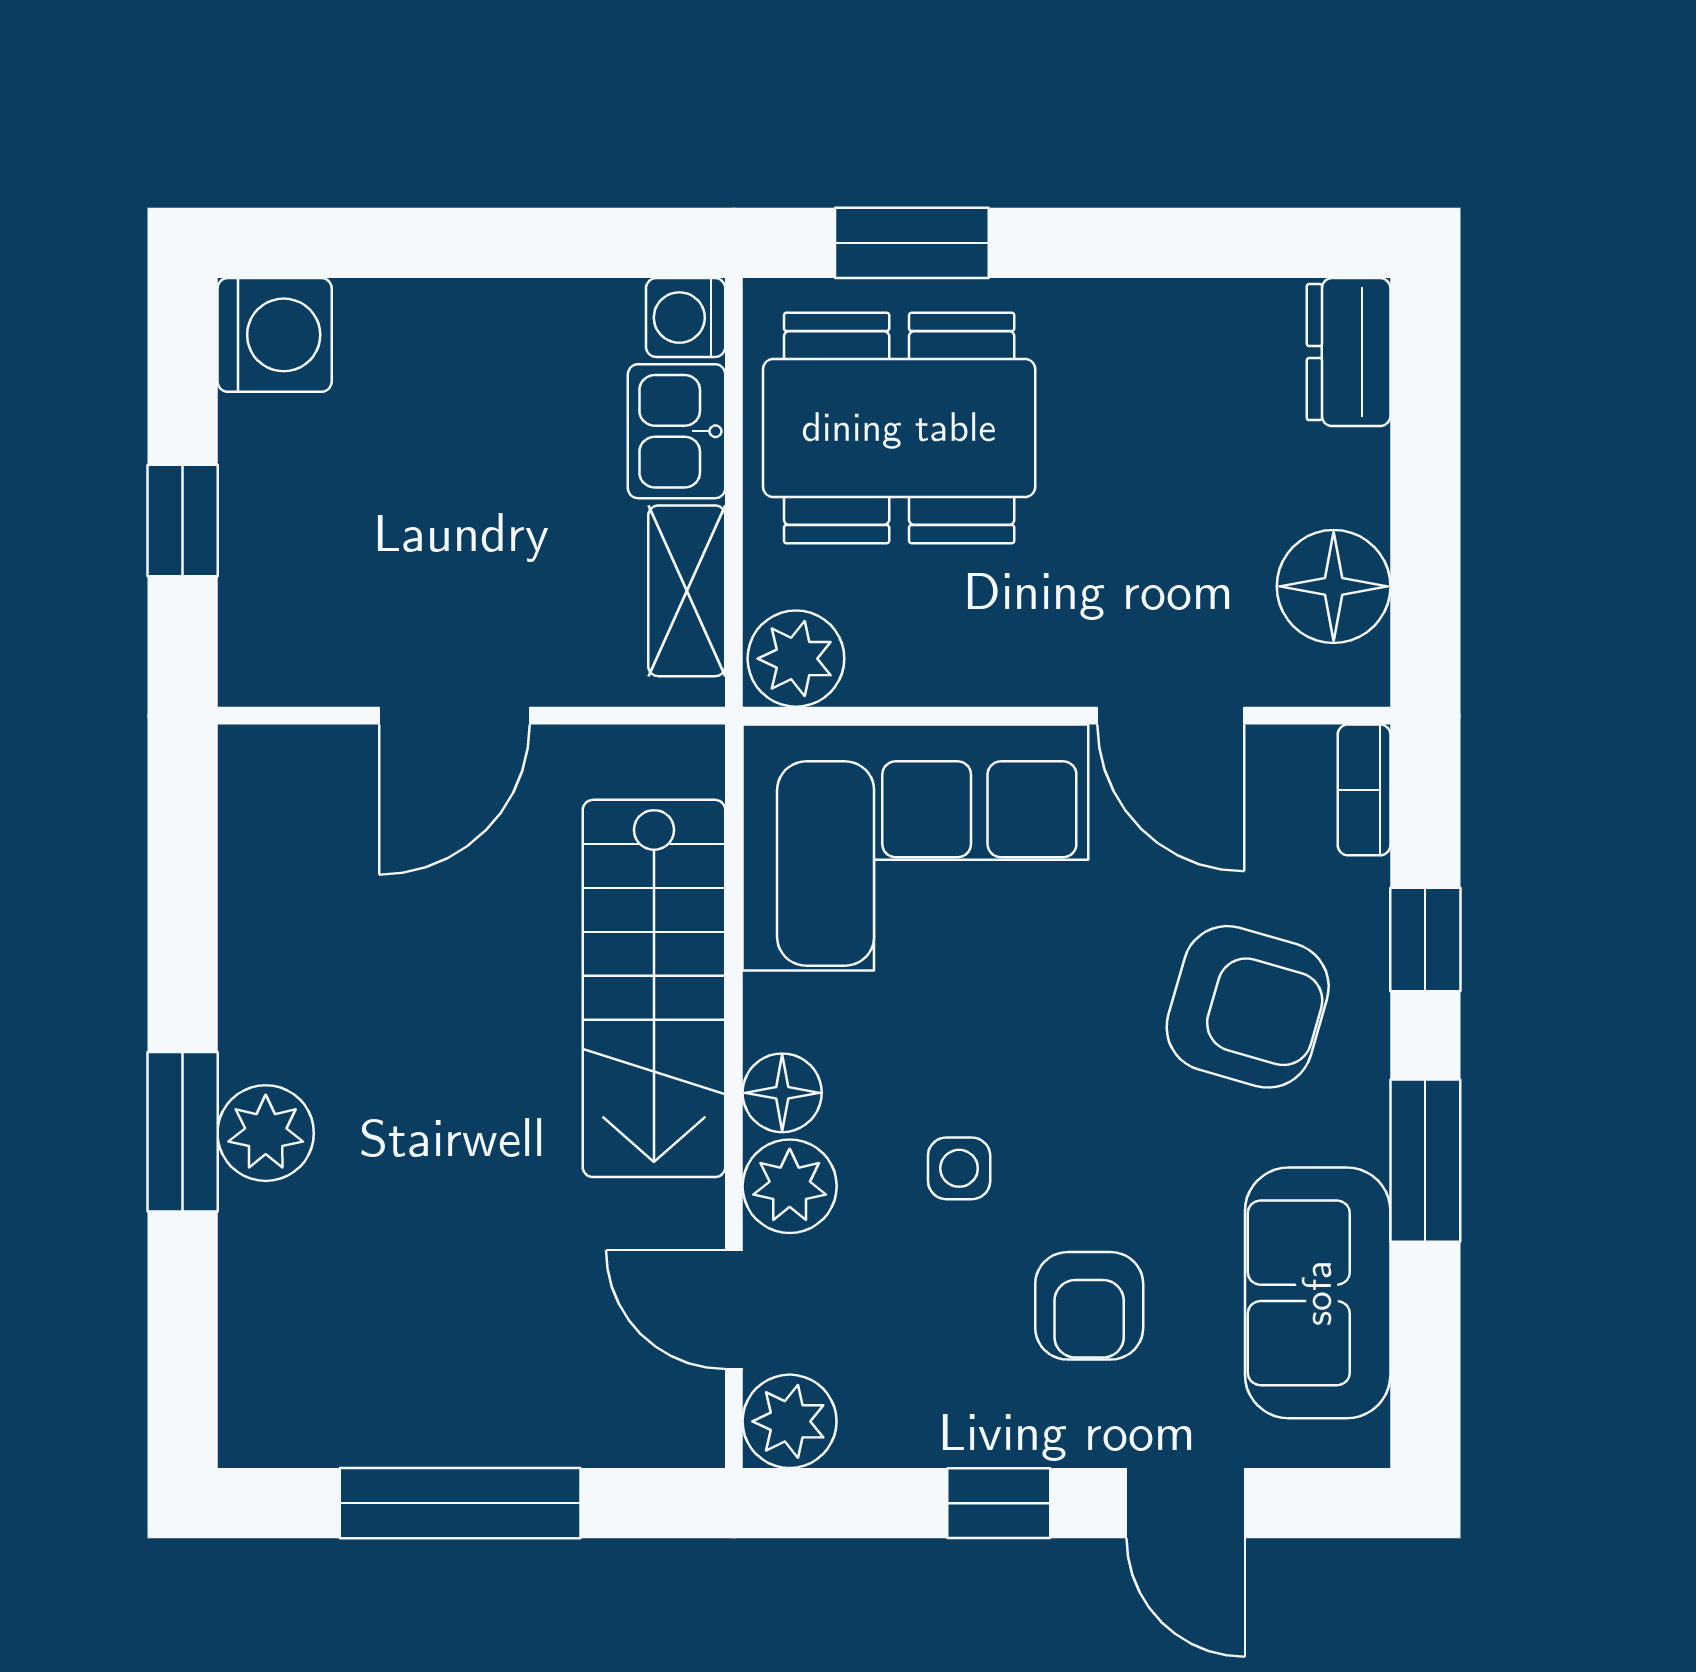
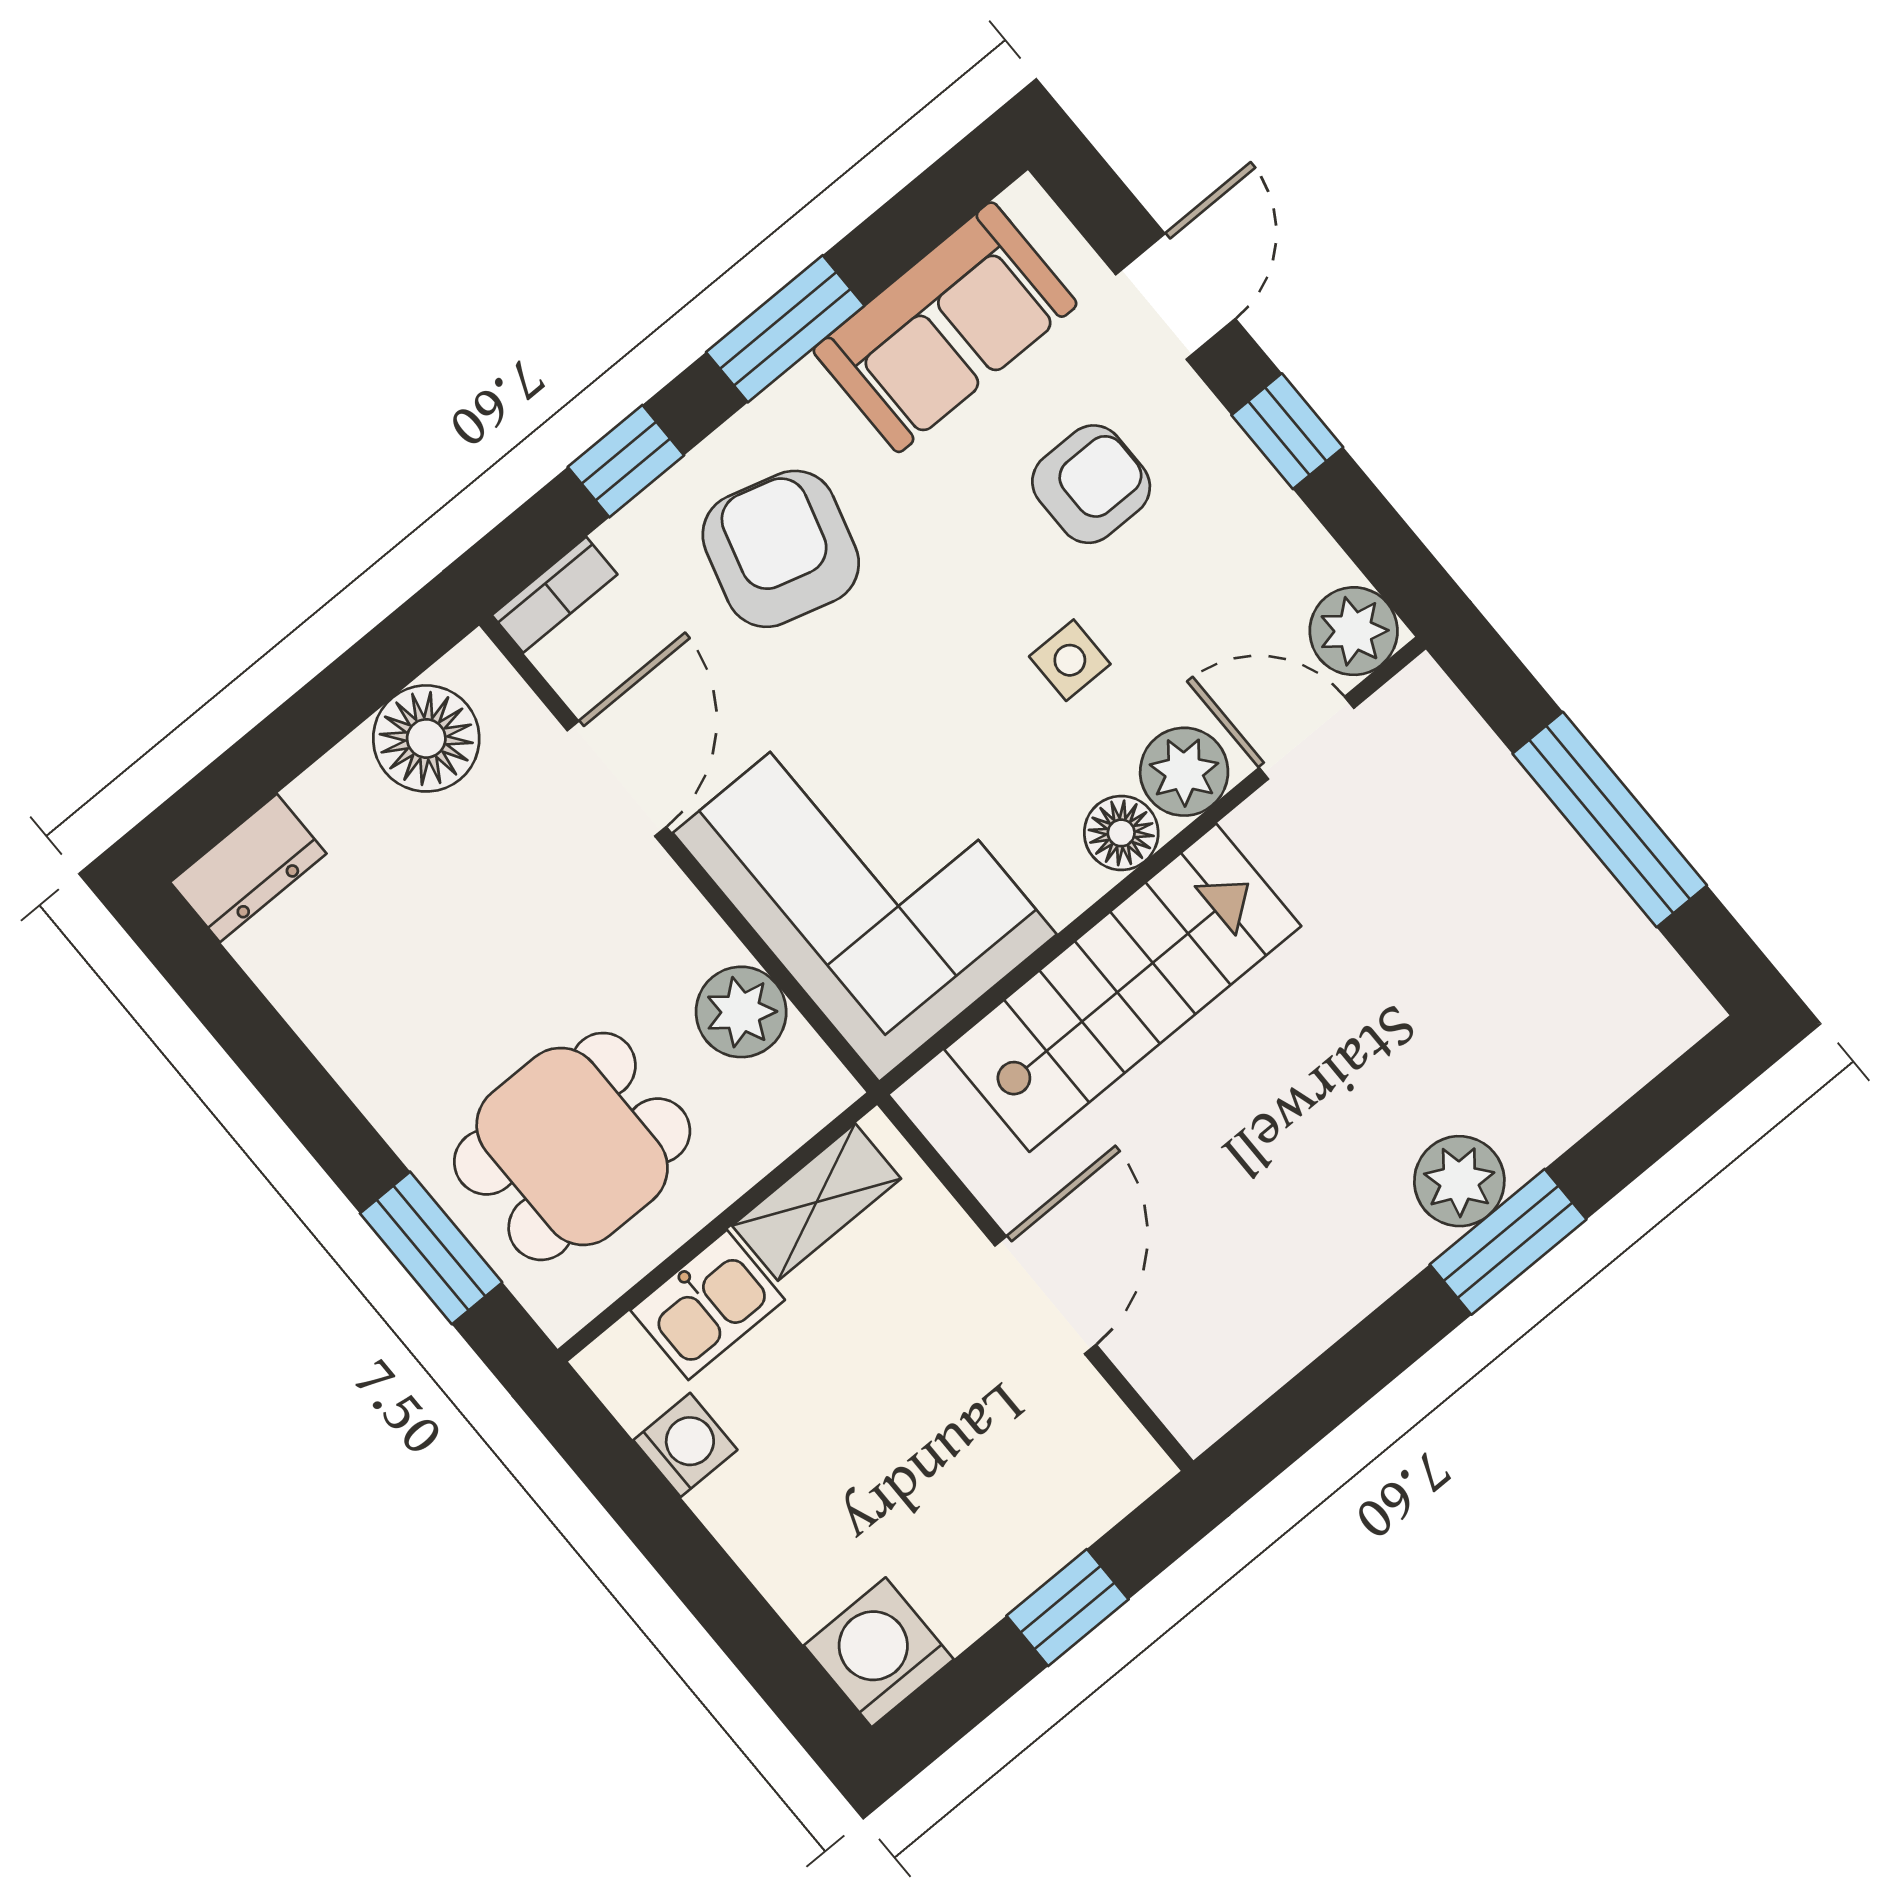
washing machine: (686, 318) -> (685, 1445), moved, turned -90
dining table: (899, 428) -> (572, 1146), width x0.73
plant: (796, 659) -> (741, 1012), moved
door: (454, 716) -> (1046, 1295), hinge flipped
door: (734, 1310) -> (1306, 738), swing flipped

